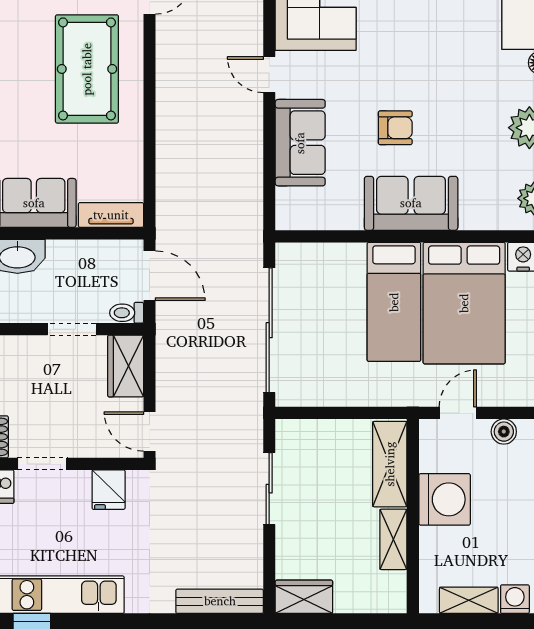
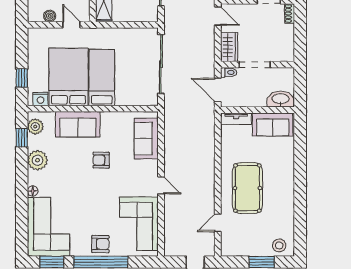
sofa: (300, 143) -> (146, 139), moved
sofa: (411, 203) -> (78, 124), moved
doorway: (72, 329) -> (255, 65), width x1.38
door: (458, 413) -> (71, 25), swing flipped

